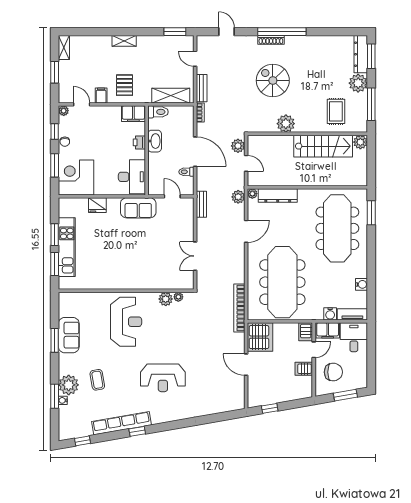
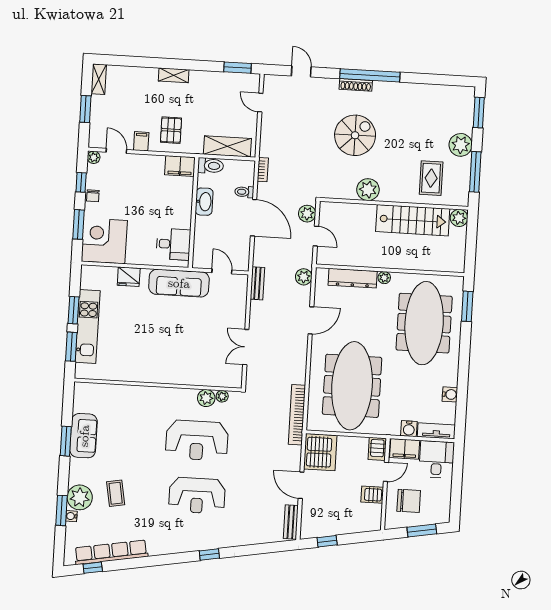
dresser: (361, 54) -> (466, 109), removed
spiral stairs: (273, 80) -> (355, 135), turned 90
bench: (202, 88) -> (291, 522), moved
printer: (139, 142) -> (185, 202), removed
toilet: (186, 172) -> (244, 192), moved
desk: (132, 177) -> (173, 244), width x0.73
plant: (252, 194) -> (384, 278), moved
sofa: (138, 208) -> (179, 283), width x1.36
reception desk: (126, 322) -> (197, 440), moved, turned 90
row of seats: (121, 423) -> (111, 552), moved
window: (137, 431) -> (209, 555), moved

